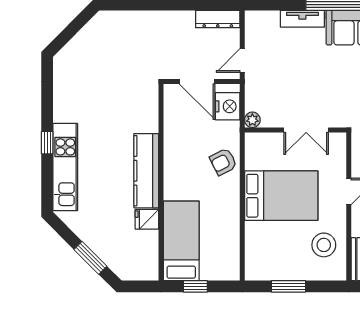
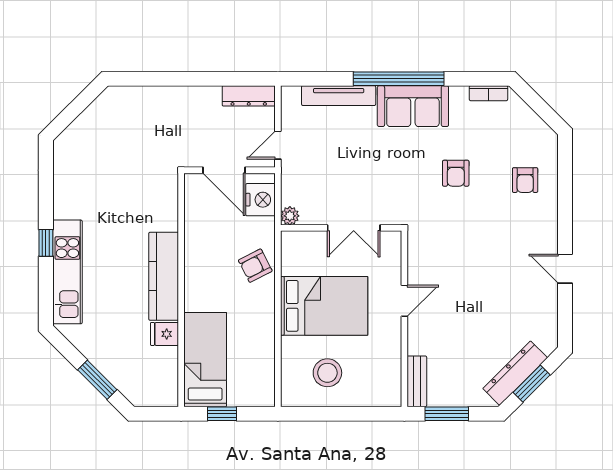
tv unit: (302, 19) -> (339, 96), width x1.41
stool: (324, 245) -> (327, 373), moved
window: (288, 286) -> (333, 414), removed

